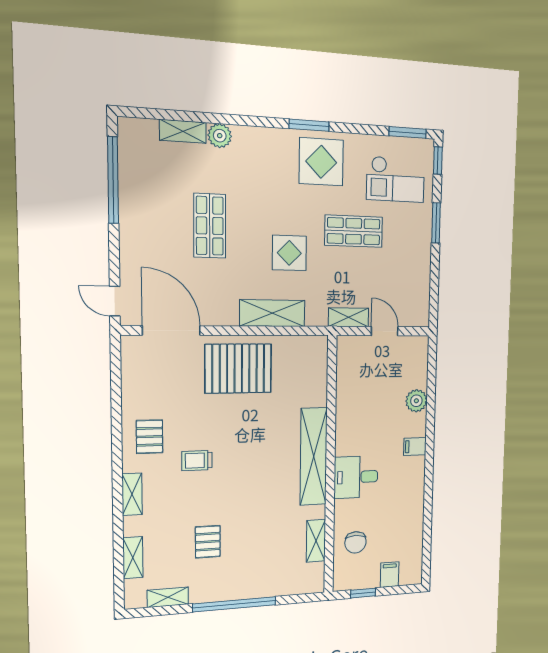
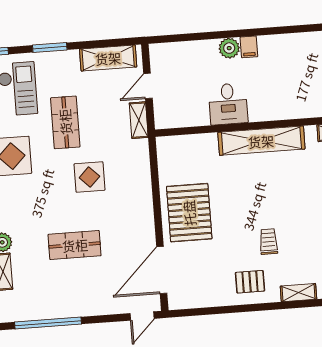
shelving: (272, 313) -> (108, 58), moved, turned 90
plant: (416, 401) -> (229, 48), moved
trolley: (197, 461) -> (269, 242), turned 180
desk: (356, 477) -> (228, 104), moved

